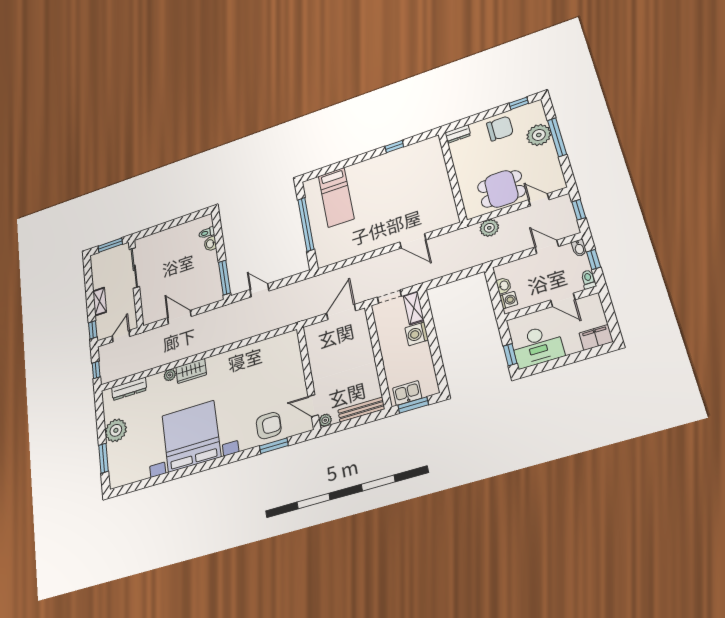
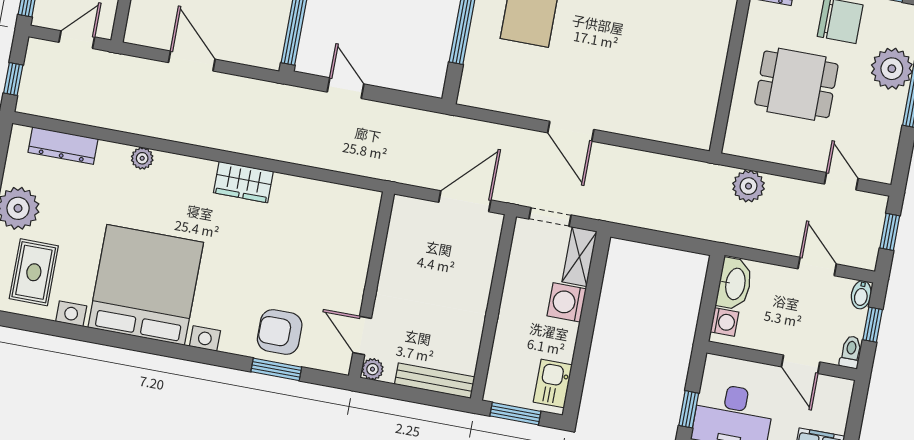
dining table: (501, 189) -> (796, 84), moved
door: (413, 241) -> (571, 131), moved
washbasin: (504, 286) -> (734, 284), width x1.91, depth x1.45
wardrobe: (191, 371) -> (243, 182), moved
kitchen sink: (407, 393) -> (553, 383), moved, turned -90
armchair: (269, 426) -> (280, 332), turned 180
rug: (133, 458) -> (34, 272), added

